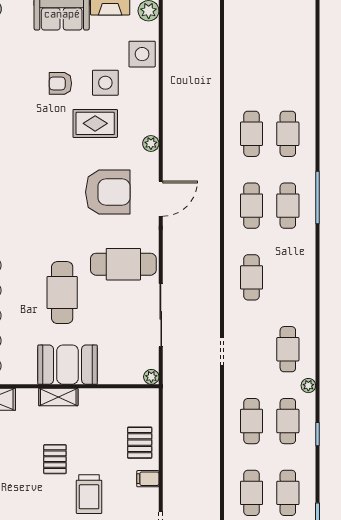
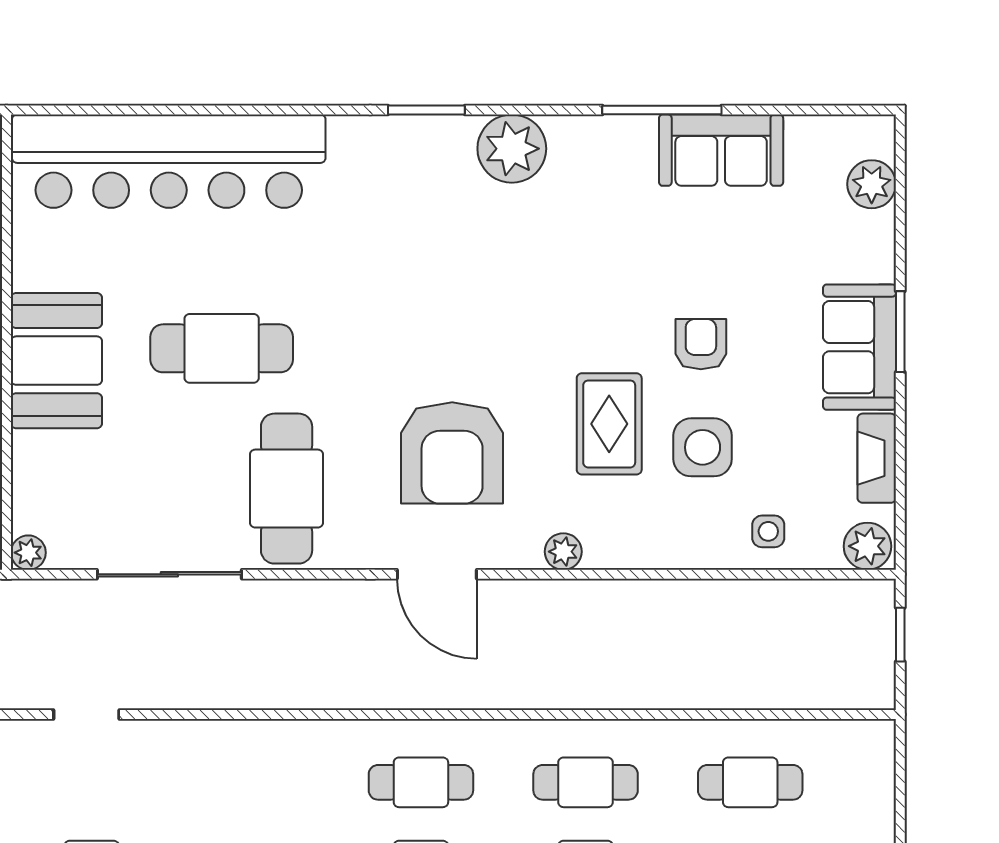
side table: (142, 54) -> (768, 531), width x0.54, depth x0.54
cafe table: (252, 277) -> (750, 782), moved

